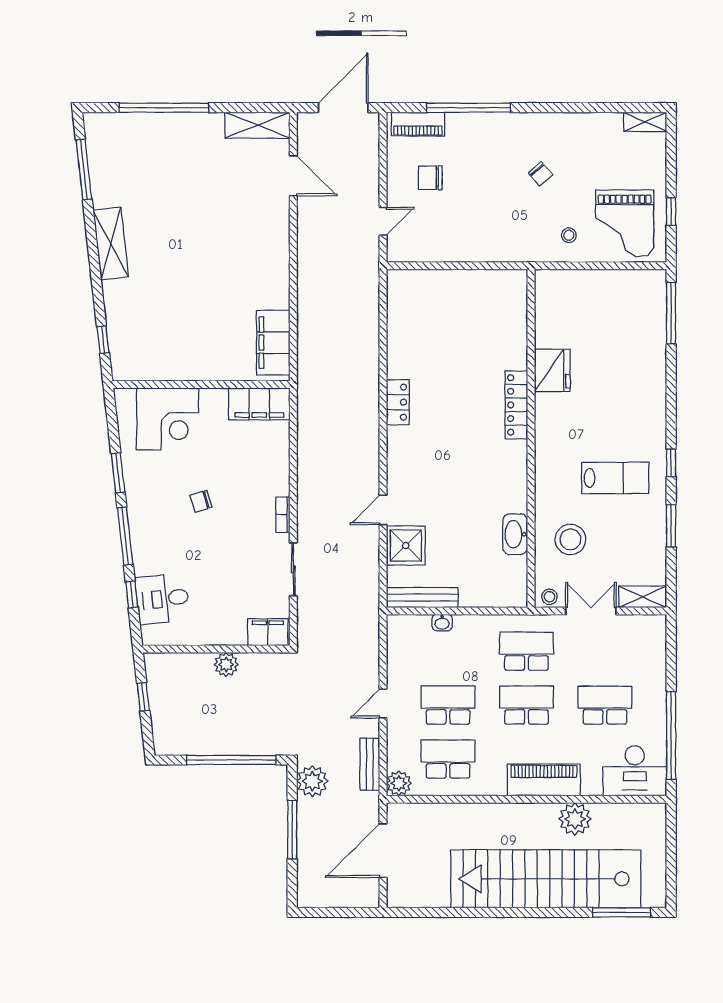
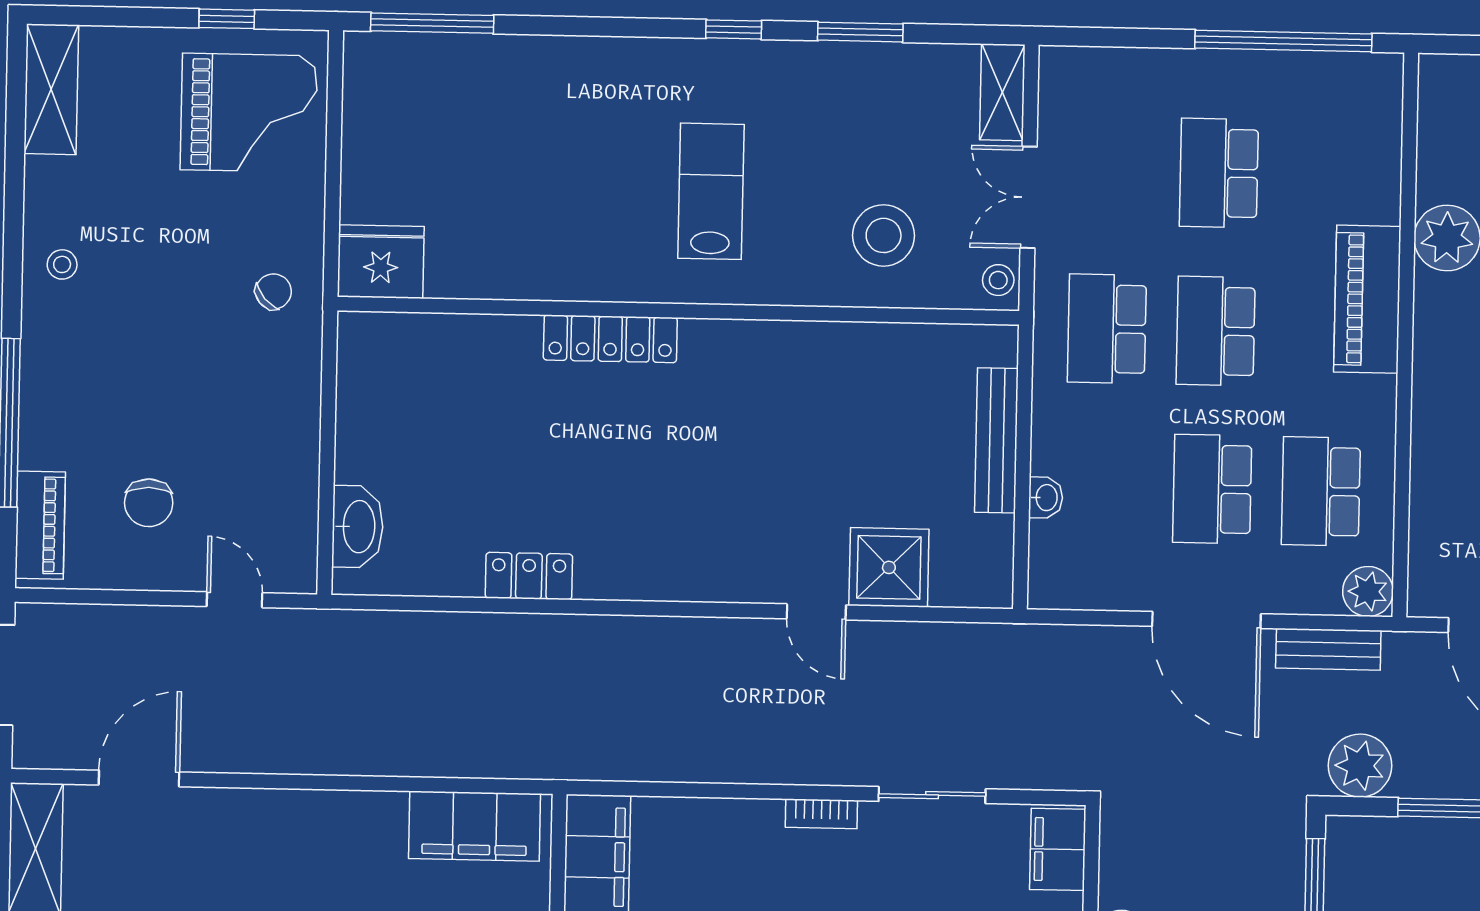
shelving: (645, 122) -> (51, 89), width x1.50, depth x1.33
chair: (540, 174) -> (273, 292), moved
stool: (569, 235) -> (62, 264), moved
fridge: (552, 370) -> (381, 262), moved
locker: (398, 402) -> (529, 576), moved
lab bench: (615, 478) -> (711, 191), moved
washbasin: (515, 534) -> (358, 527), moved, turned -90
bench: (422, 598) -> (996, 440), moved
door: (383, 704) -> (1206, 620), width x1.88
desk: (635, 771) -> (1353, 116), removed

